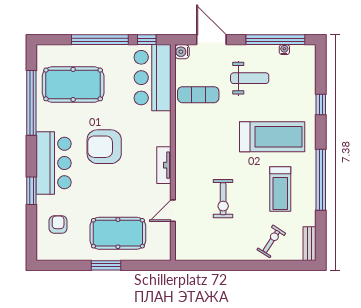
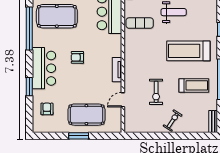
treadmill: (272, 137) -> (188, 51), turned 180
armchair: (104, 147) -> (77, 57), width x0.53, depth x0.53
treadmill: (280, 189) -> (194, 85), turned -90
exercise bike: (271, 241) -> (173, 120), moved

